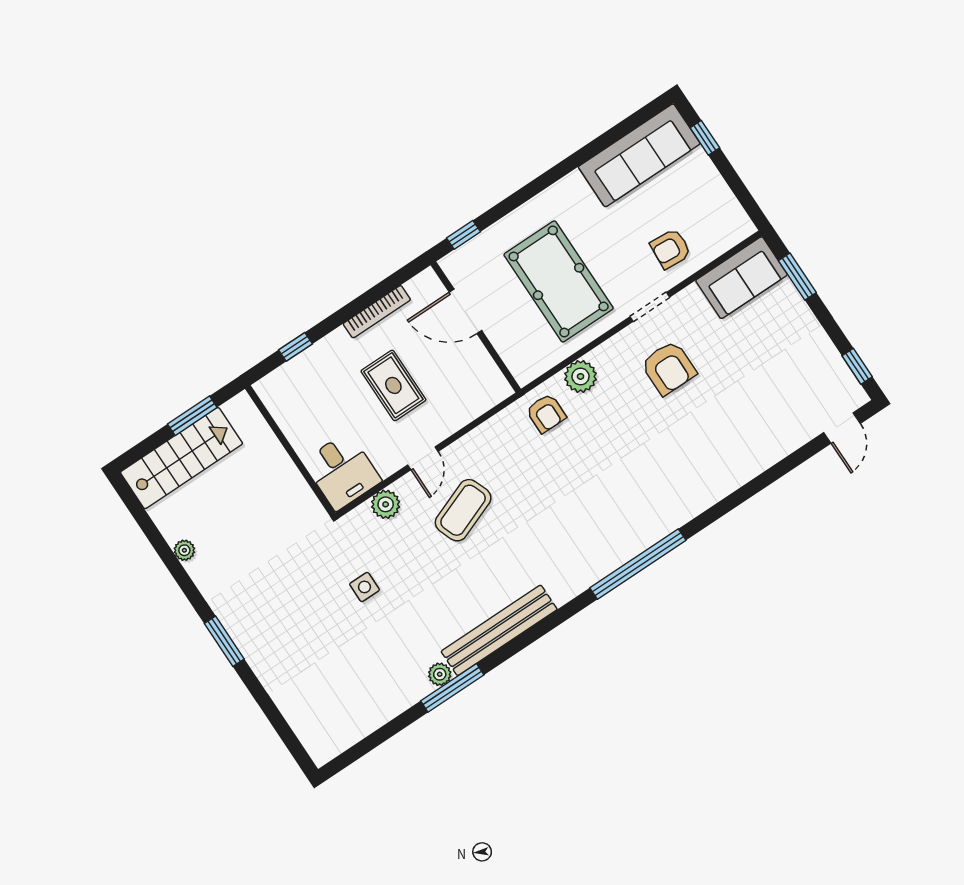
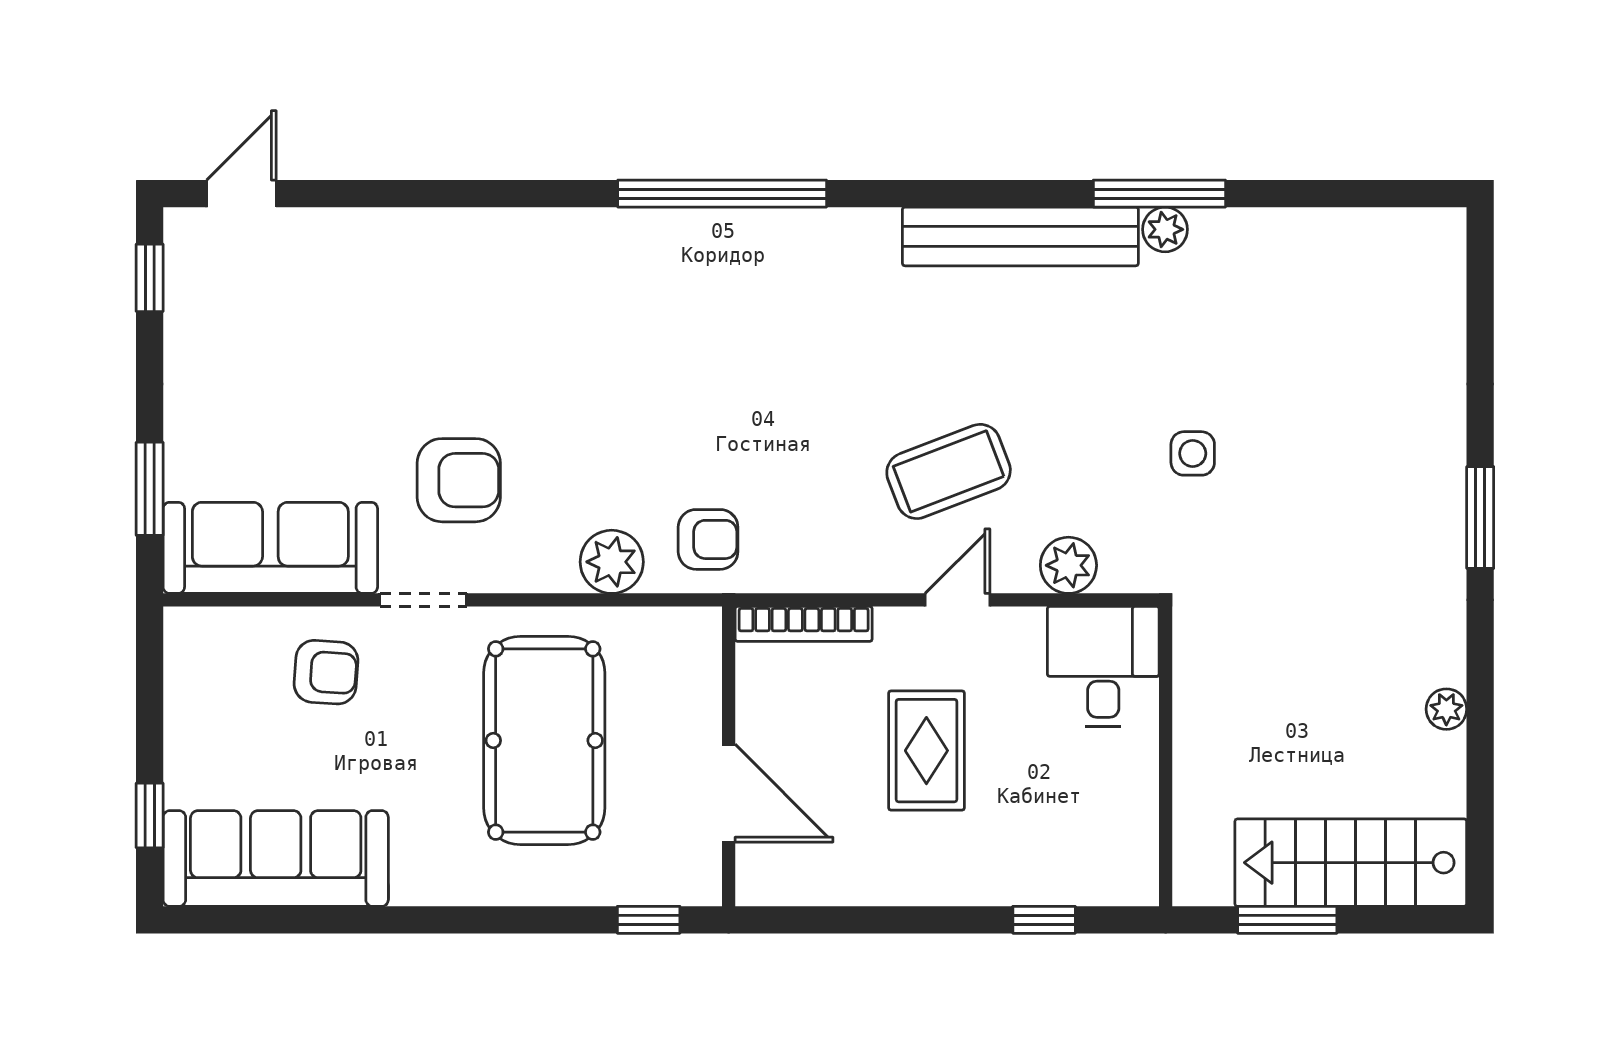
sofa: (741, 278) -> (270, 548), width x1.36
bookcase: (377, 312) -> (804, 624), moved, turned 180
armchair: (669, 368) -> (459, 480), turned 90
armchair: (546, 413) -> (708, 539), turned 90

